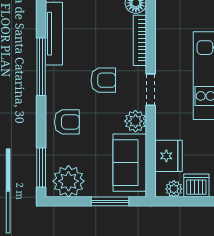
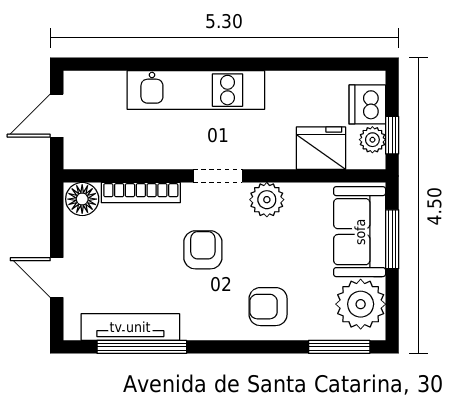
window: (41, 67) -> (142, 347), moved
armchair: (67, 122) -> (268, 307), turned -90
sofa: (130, 163) -> (360, 232), moved, turned 90
window: (177, 201) -> (392, 135), added

